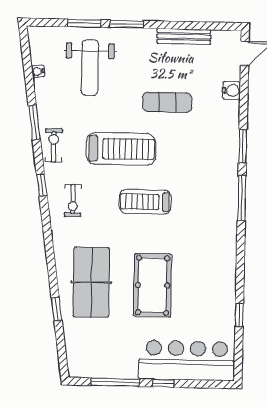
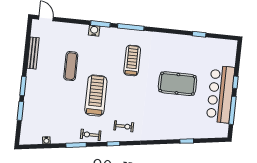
weight bench: (90, 67) -> (47, 110), removed
water cooler: (231, 90) -> (94, 31), moved
treadmill: (145, 202) -> (132, 61), moved, turned 180
table tennis table: (91, 282) -> (173, 119), removed
bar counter: (187, 361) -> (220, 94), moved

